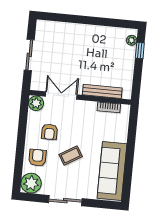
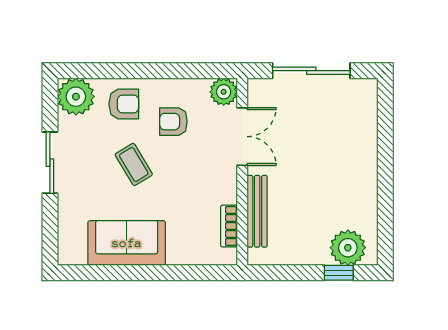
plant: (132, 40) -> (348, 248), width x1.87, depth x1.87
sliding door: (29, 55) -> (311, 71), width x1.37
sofa: (112, 171) -> (127, 243), width x0.73

